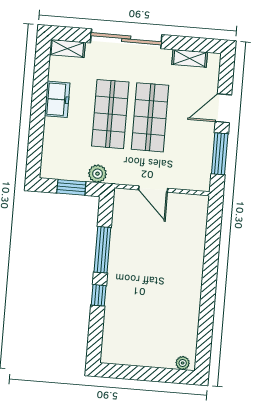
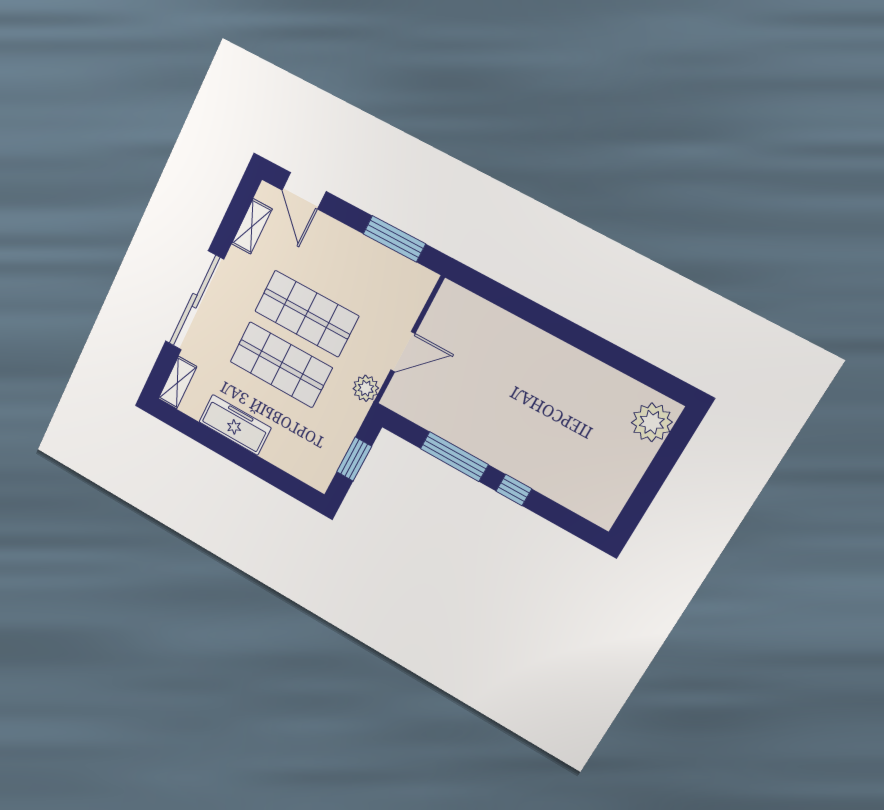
freezer: (57, 99) -> (235, 425), width x1.40
door: (223, 108) -> (304, 191), moved
plant: (98, 174) -> (366, 388), moved
plant: (183, 363) -> (652, 422), width x1.87, depth x1.87

